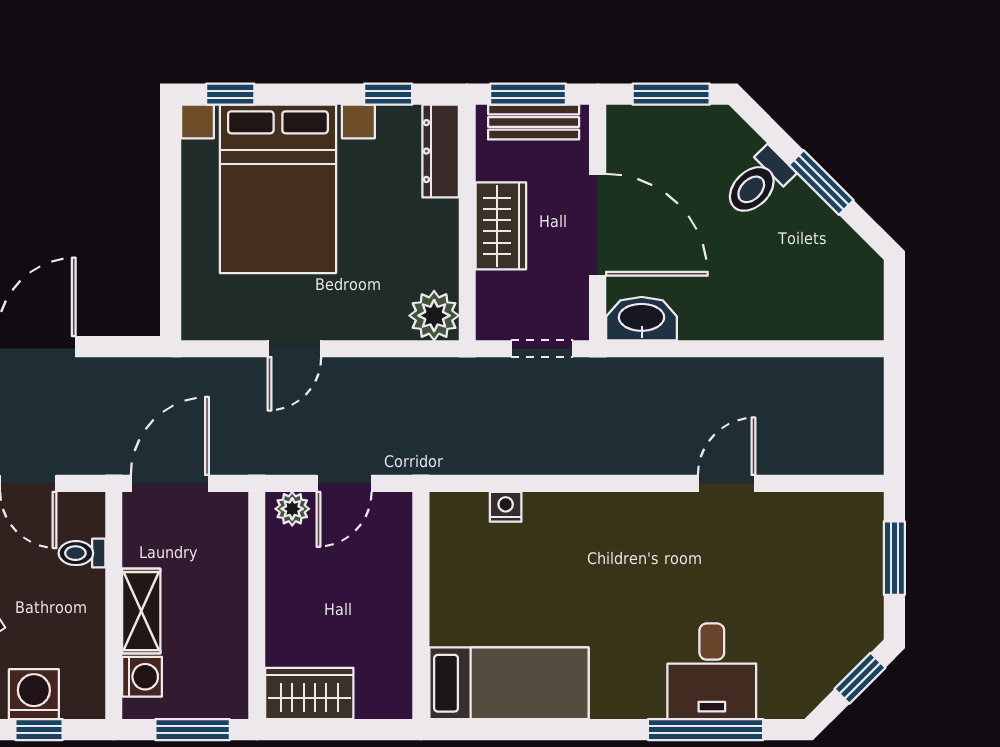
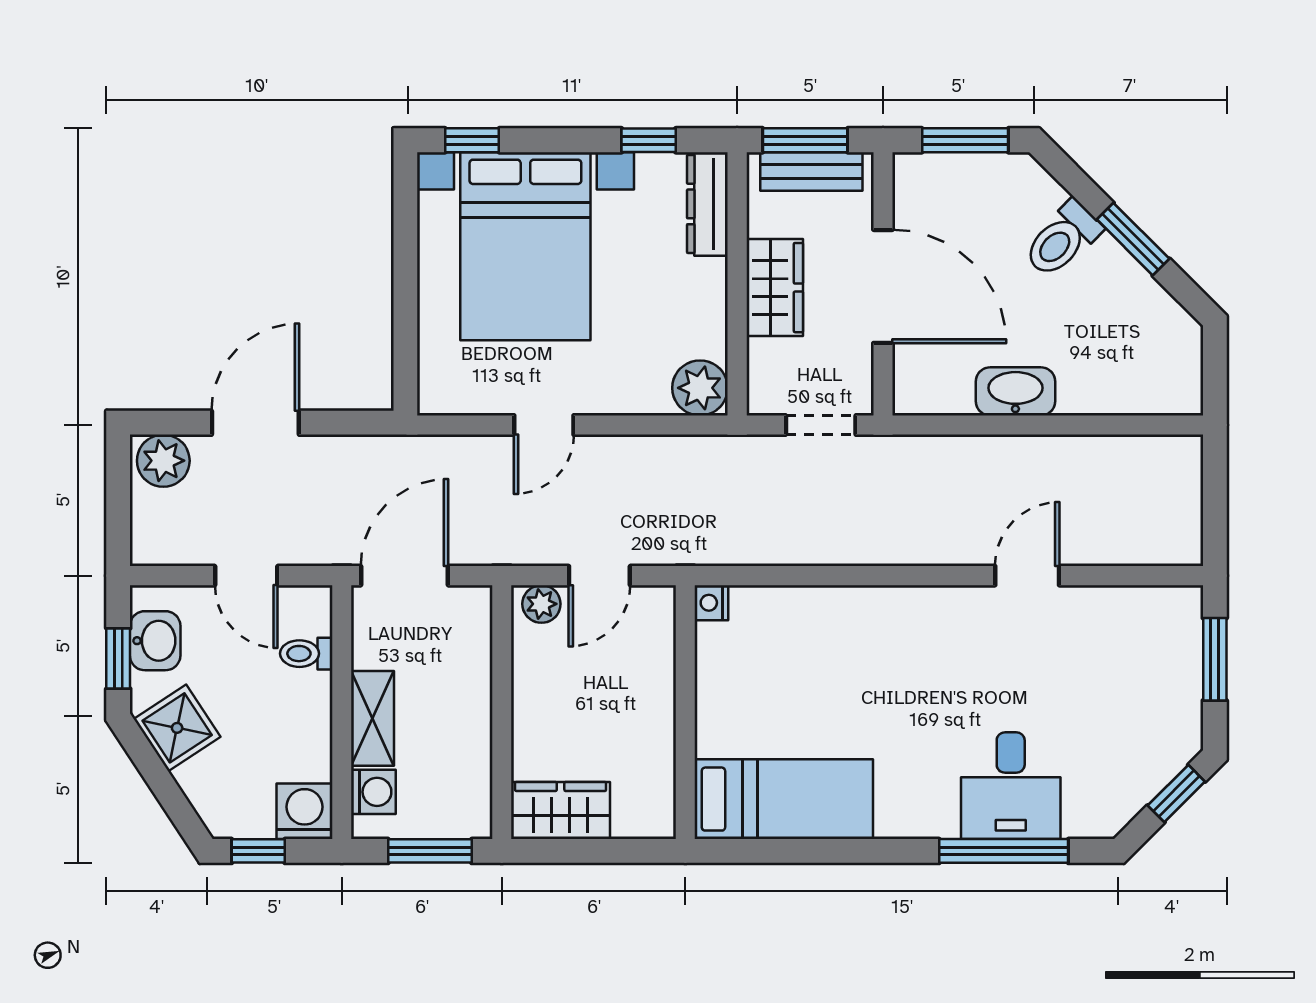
washbasin: (642, 319) -> (1015, 391), moved
nightstand: (506, 507) -> (711, 603), moved, turned -90
washing machine: (34, 694) -> (304, 811), moved

